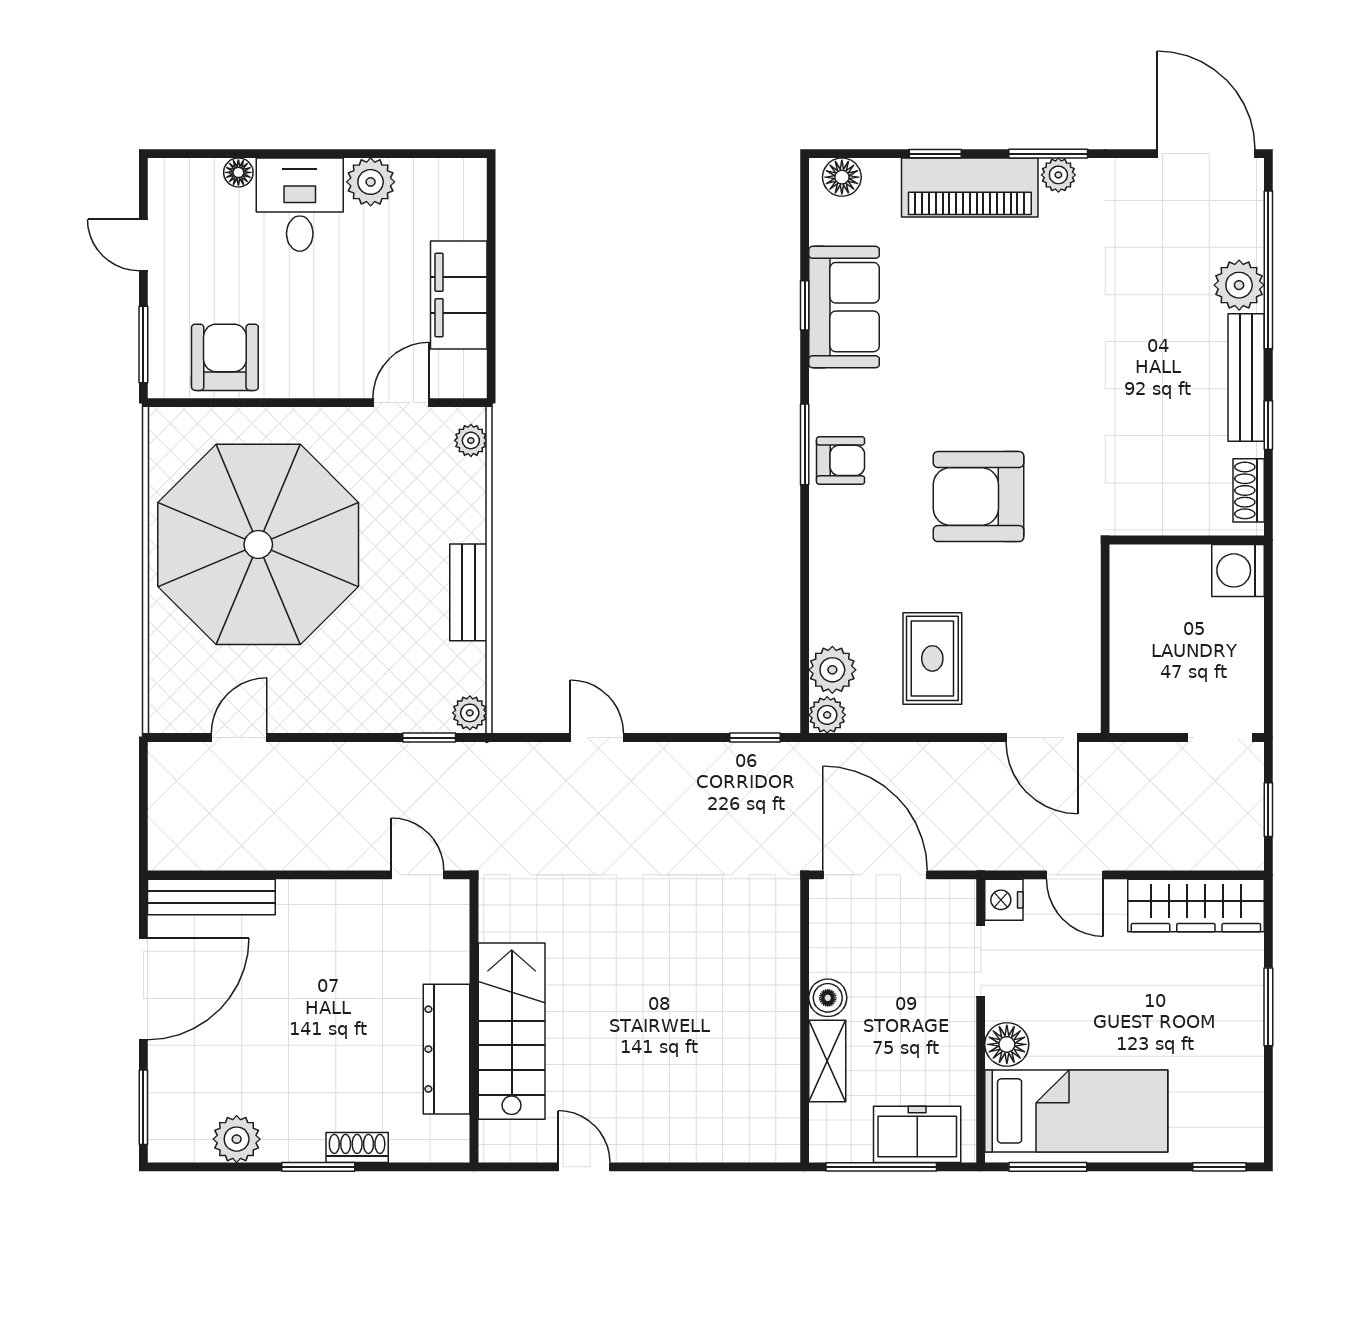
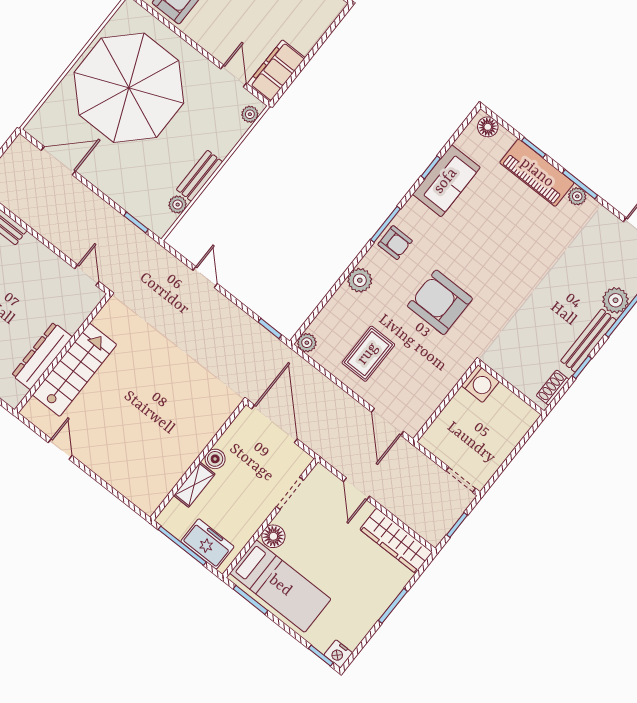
filing cabinet: (459, 295) -> (276, 71), moved
door: (401, 403) -> (234, 76), hinge flipped
washing machine: (1238, 570) -> (480, 384), moved, turned 180
plant: (832, 670) -> (360, 280), moved
plant: (470, 713) -> (178, 205), moved
door: (239, 738) -> (58, 161), width x1.38
nightstand: (1004, 900) -> (338, 654), moved, turned -90

